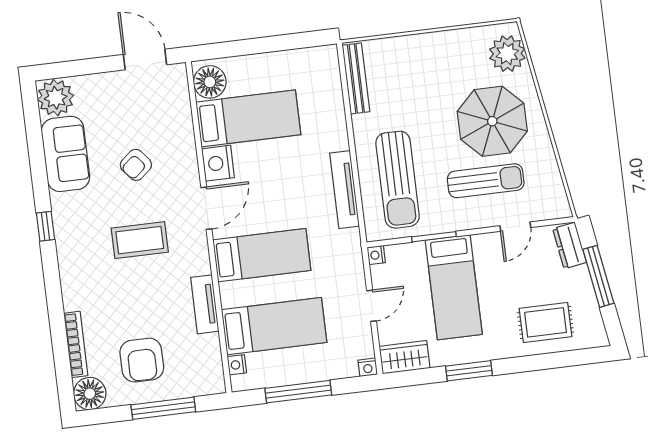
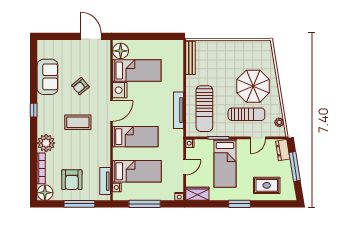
plant: (507, 54) -> (279, 122), moved, width x0.53, depth x0.53
plant: (56, 98) -> (46, 143), moved
tv unit: (205, 304) -> (105, 181), moved
window: (469, 371) -> (239, 204), moved

